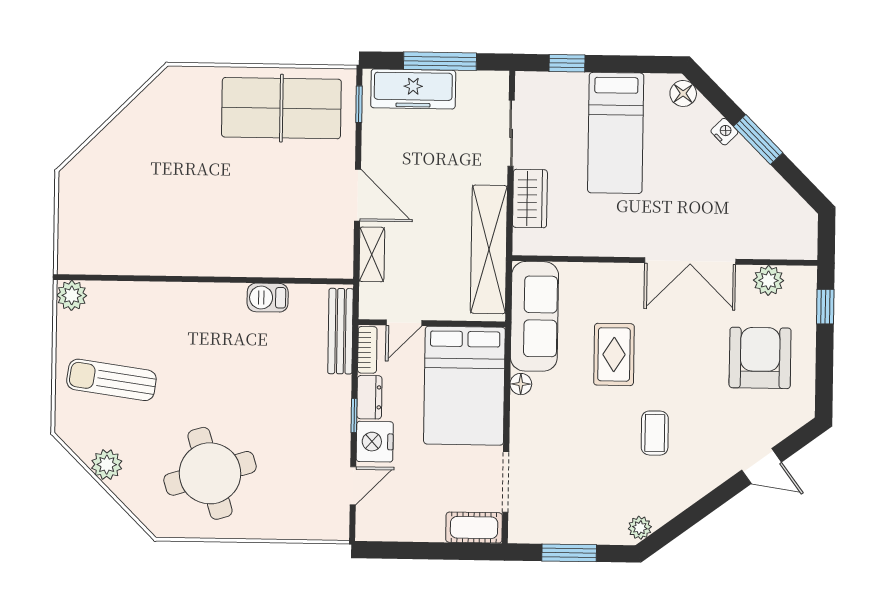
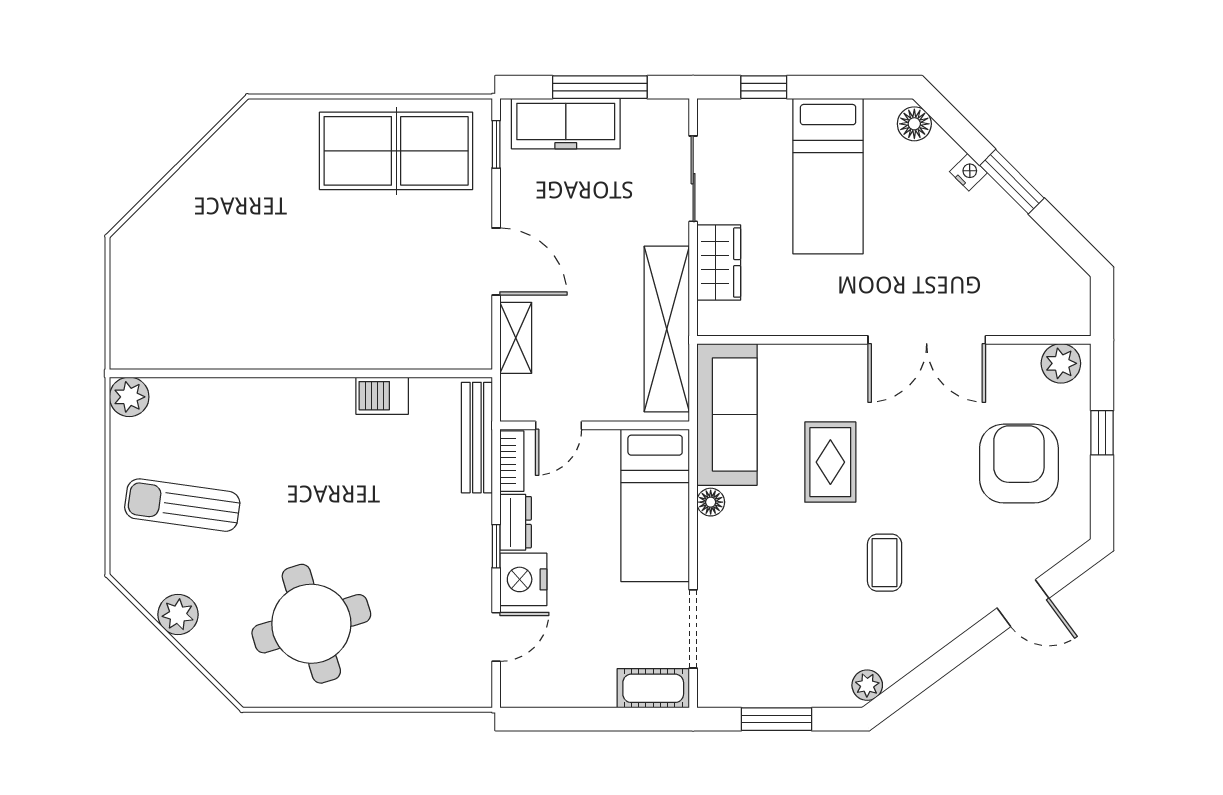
plant: (768, 280) -> (1061, 363), moved
window: (825, 307) -> (1102, 433), moved
bed: (464, 386) -> (655, 505), width x0.67

